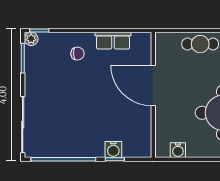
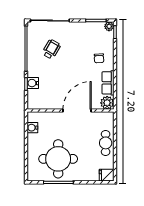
plant: (142, 42) -> (107, 103), added
wheelchair: (64, 123) -> (51, 49), added

